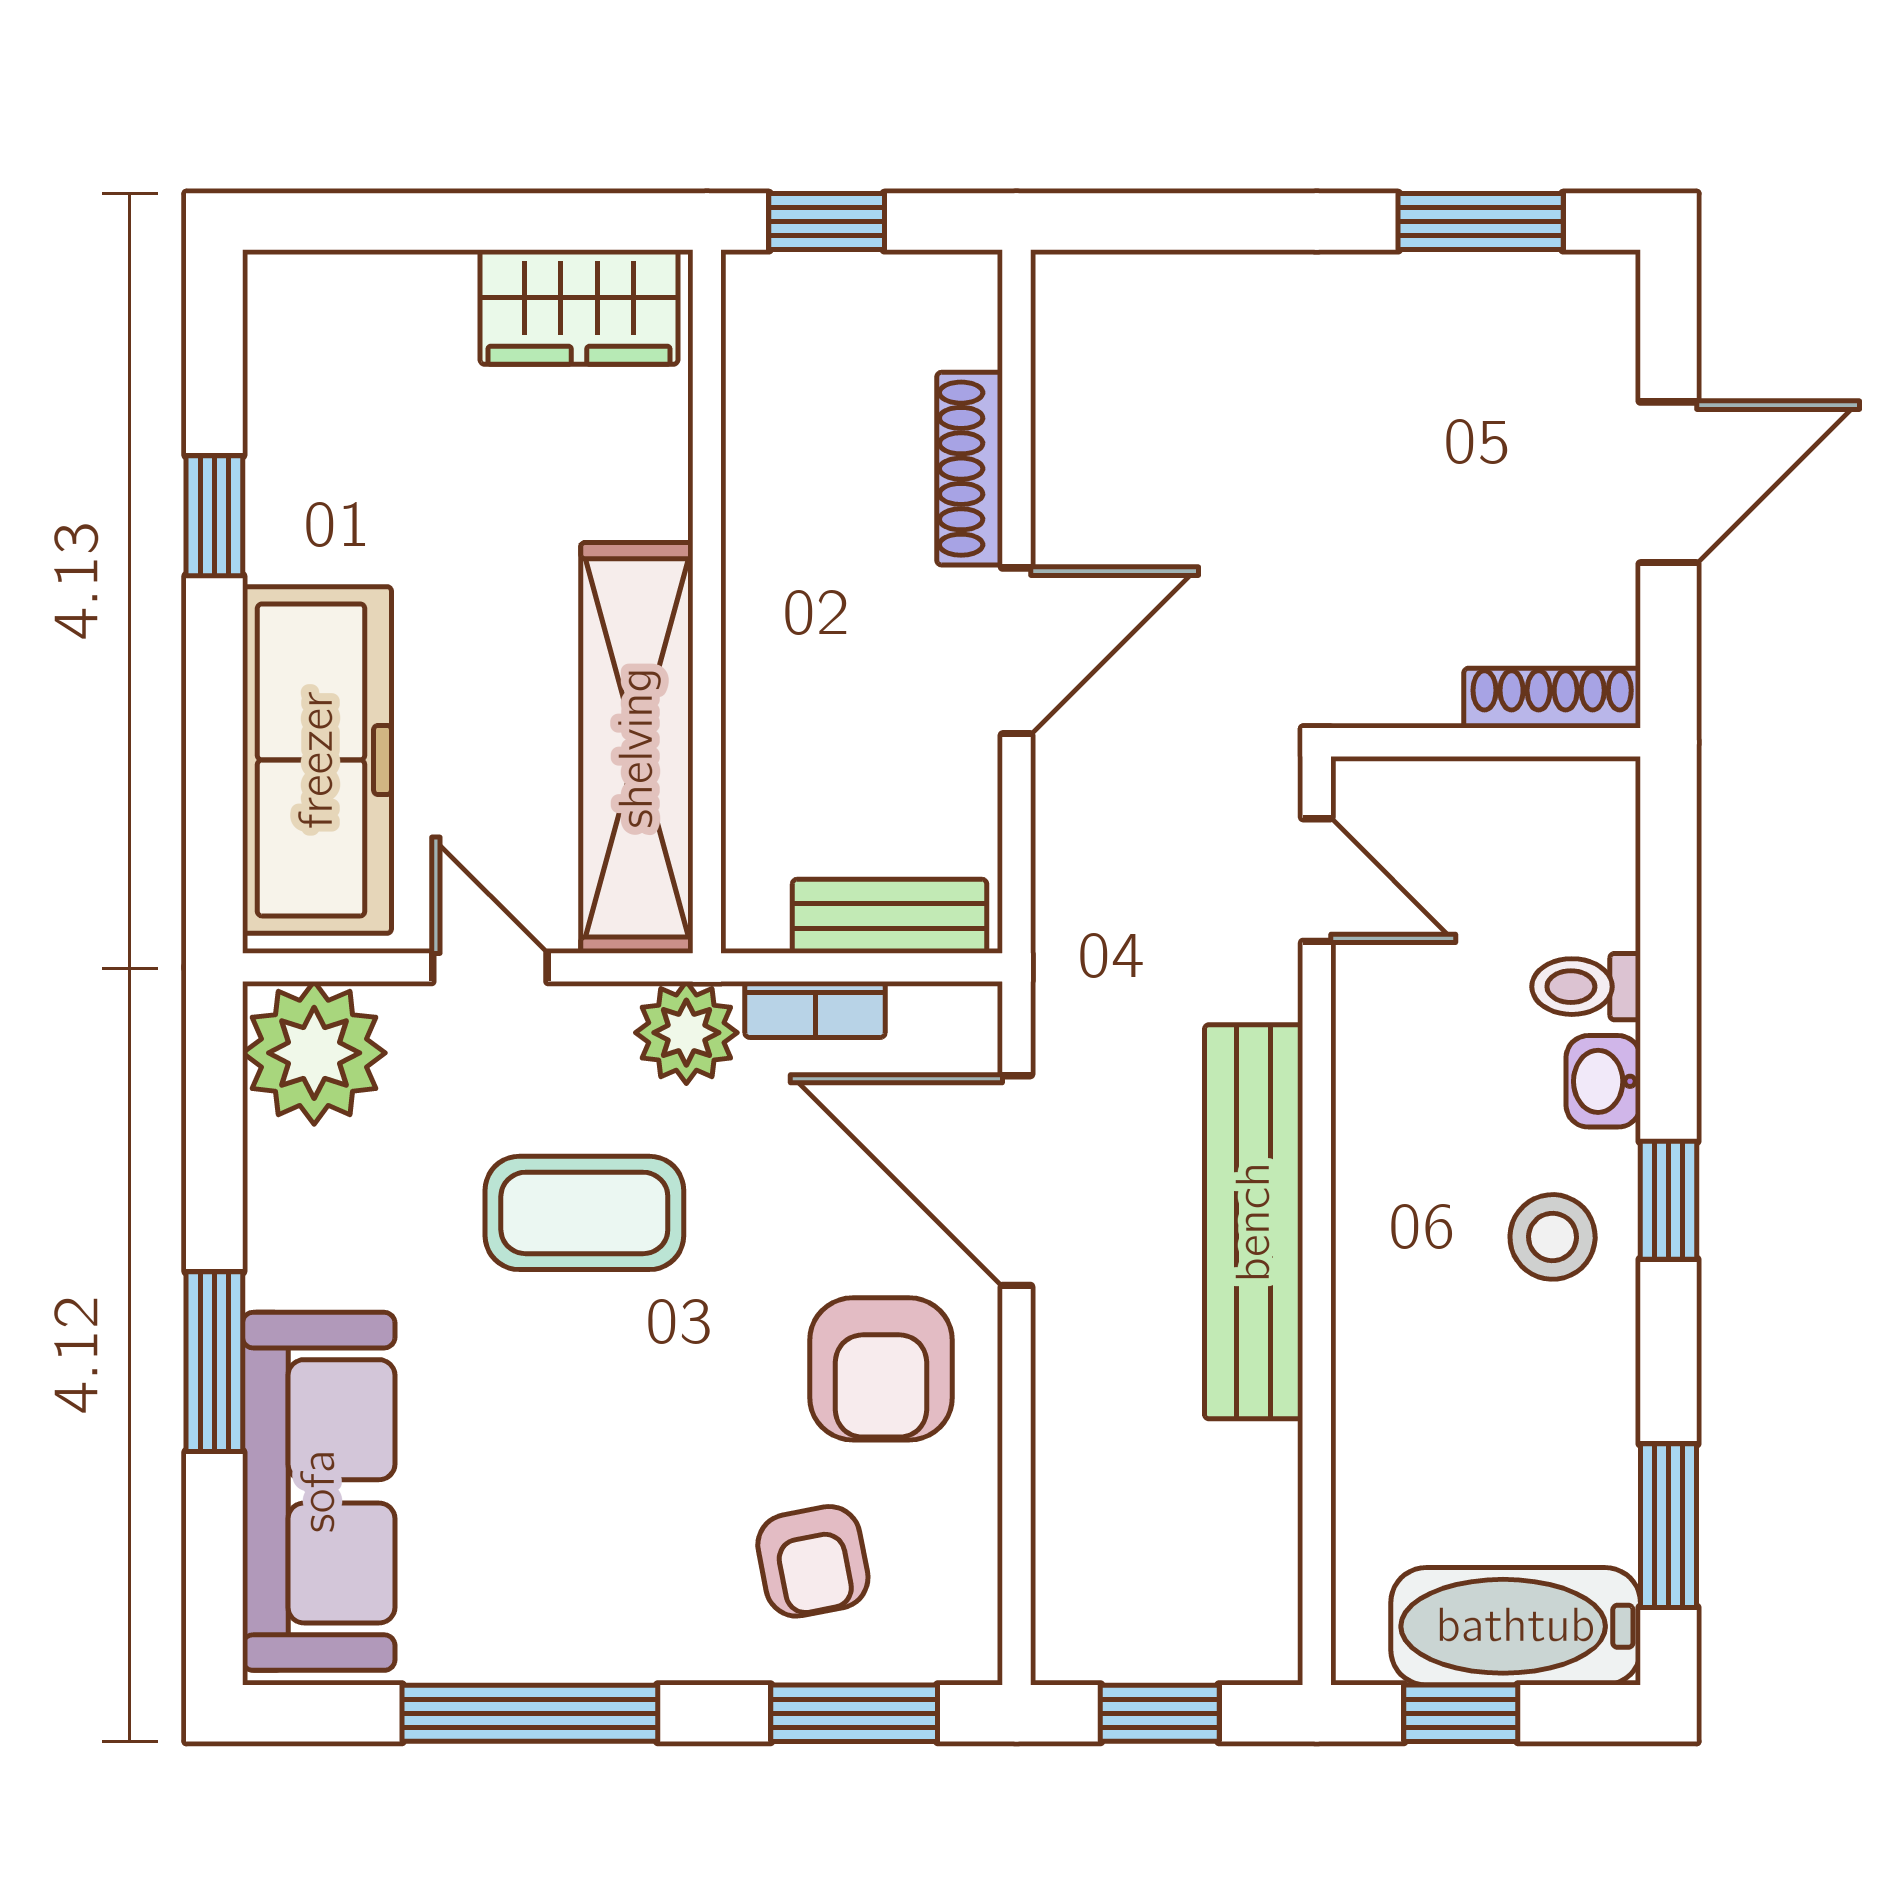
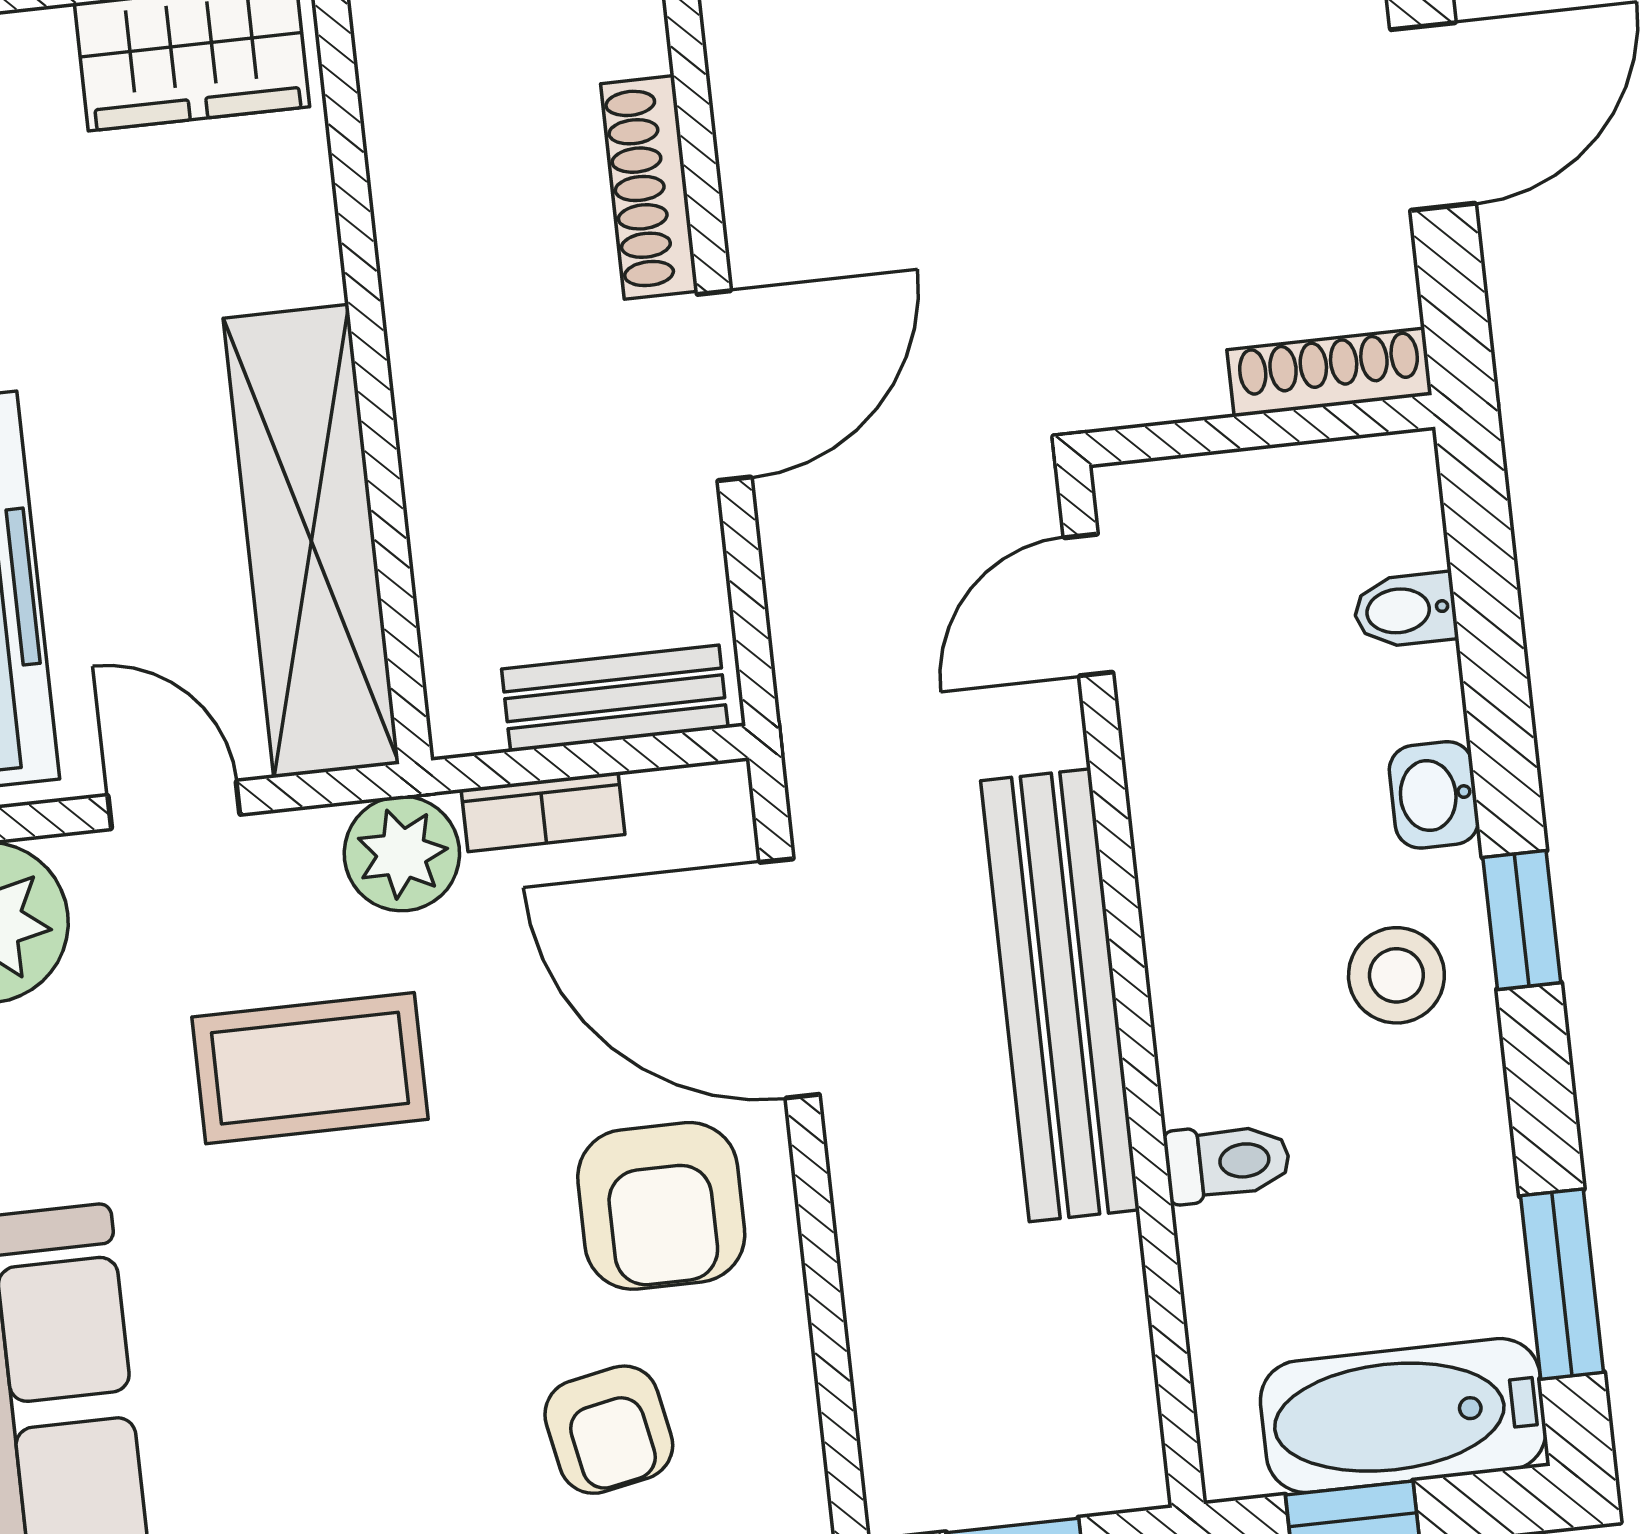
door: (1317, 880) -> (1088, 605), swing flipped
bidet: (1596, 915) -> (1405, 610), added
toilet: (1586, 987) -> (1227, 1162), moved, turned 180

